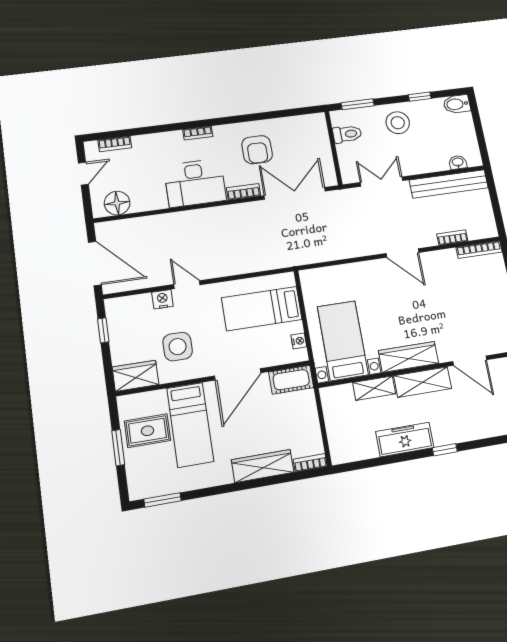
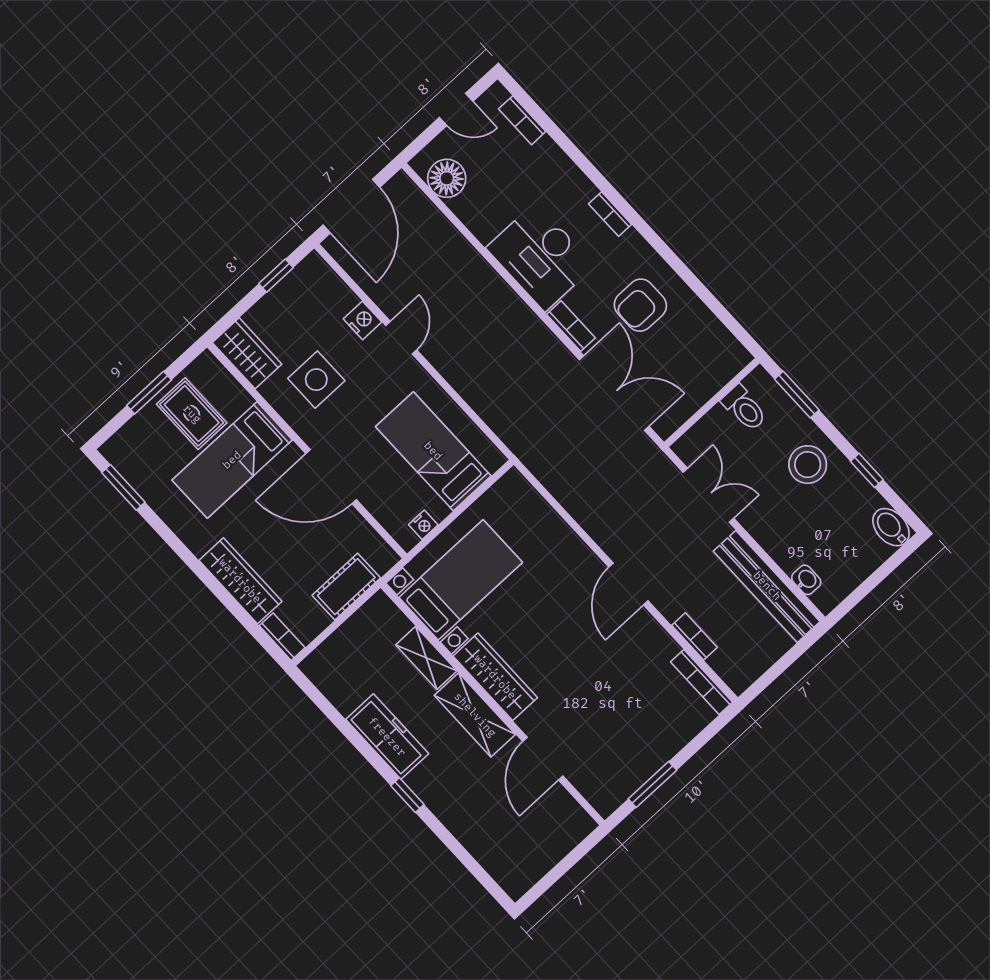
cot: (291, 380) -> (346, 587), moved, turned 90

